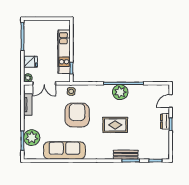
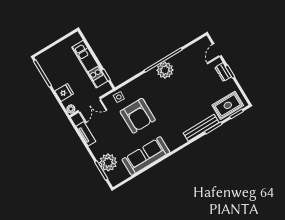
armchair: (77, 115) -> (138, 116), turned 180
rug: (115, 125) -> (228, 105), moved
bench: (126, 155) -> (201, 128), width x1.36

